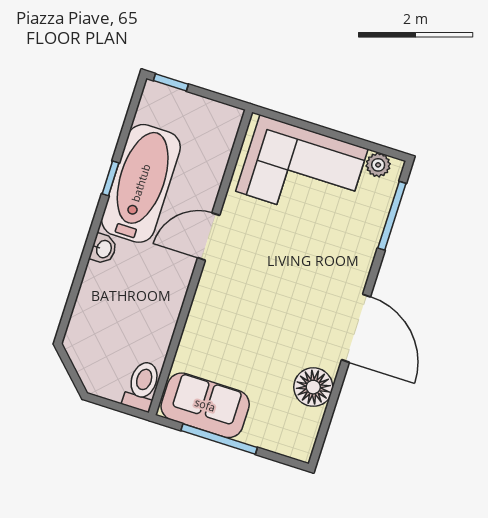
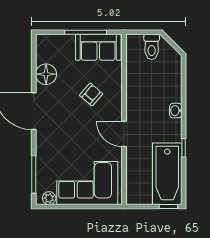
bathtub: (141, 183) -> (167, 174), moved
door: (209, 237) -> (124, 134), swing flipped
armchair: (245, 325) -> (91, 94), added
toilet: (142, 386) -> (152, 47), moved

